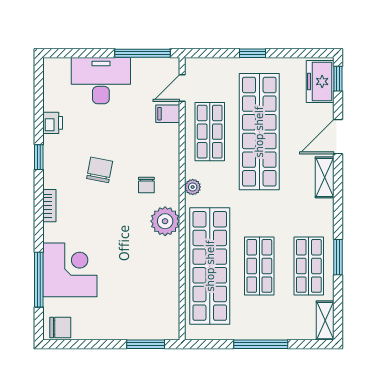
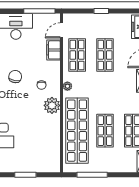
filing cabinet: (168, 114) -> (53, 50), width x2.00
shop shelf: (259, 132) -> (105, 55), width x0.50, depth x0.74
window: (146, 344) -> (25, 175), moved
window: (261, 344) -> (92, 175), moved

